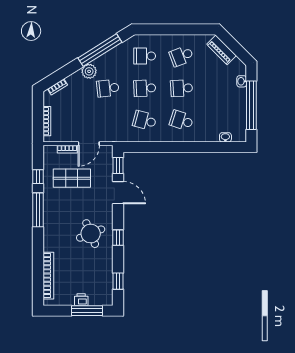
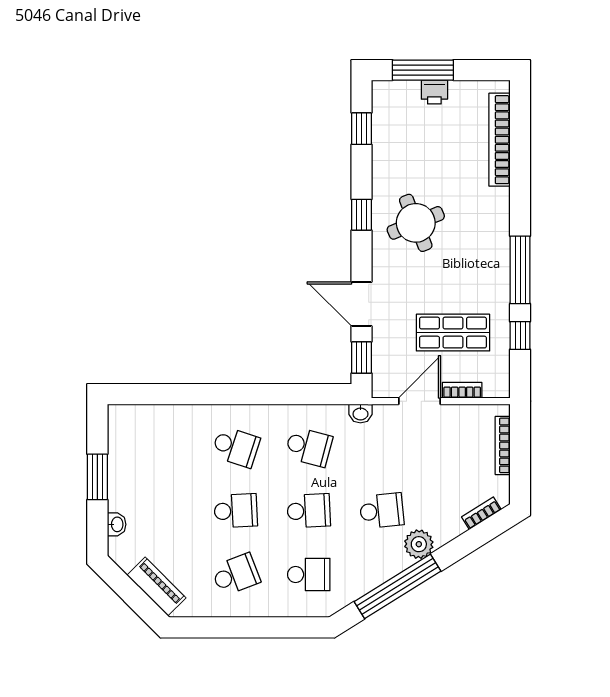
window: (251, 105) -> (97, 477), width x0.47
washbasin: (225, 137) -> (360, 413), moved

